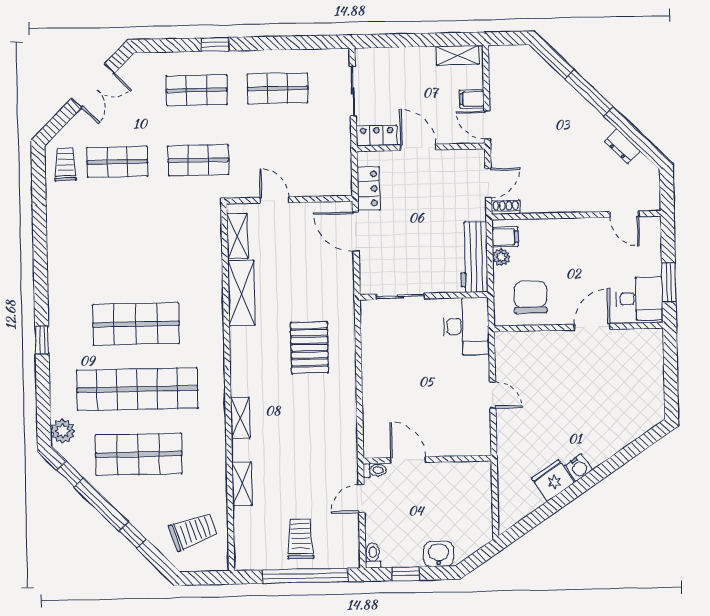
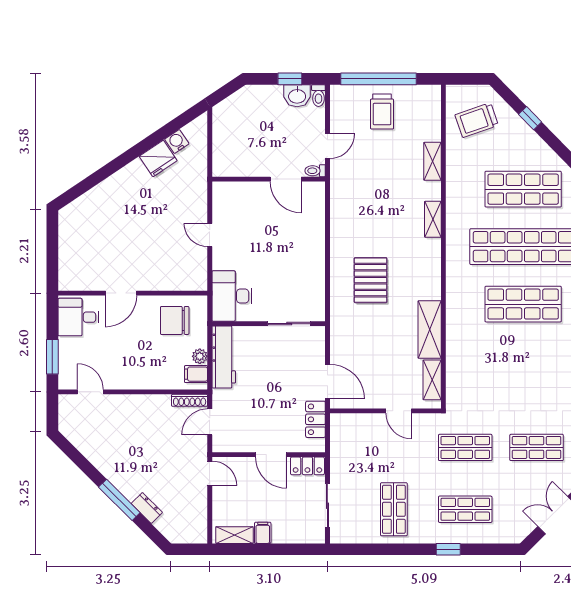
shop shelf: (278, 88) -> (394, 509), turned 90
filing cabinet: (472, 99) -> (263, 533), moved, turned -90
dresser: (622, 146) -> (147, 508), moved
shoe rack: (506, 207) -> (190, 400), width x1.43
window: (669, 283) -> (52, 357), moved
chair: (530, 297) -> (175, 320), turned 90
water cooler: (579, 468) -> (177, 141), moved
washbasin: (439, 554) -> (297, 96), moved

